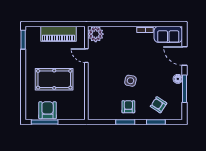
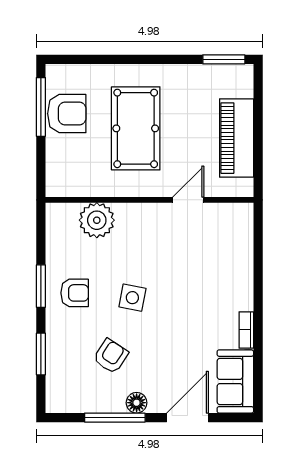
plant: (96, 34) -> (97, 220), moved
armchair: (159, 105) -> (111, 356), moved

